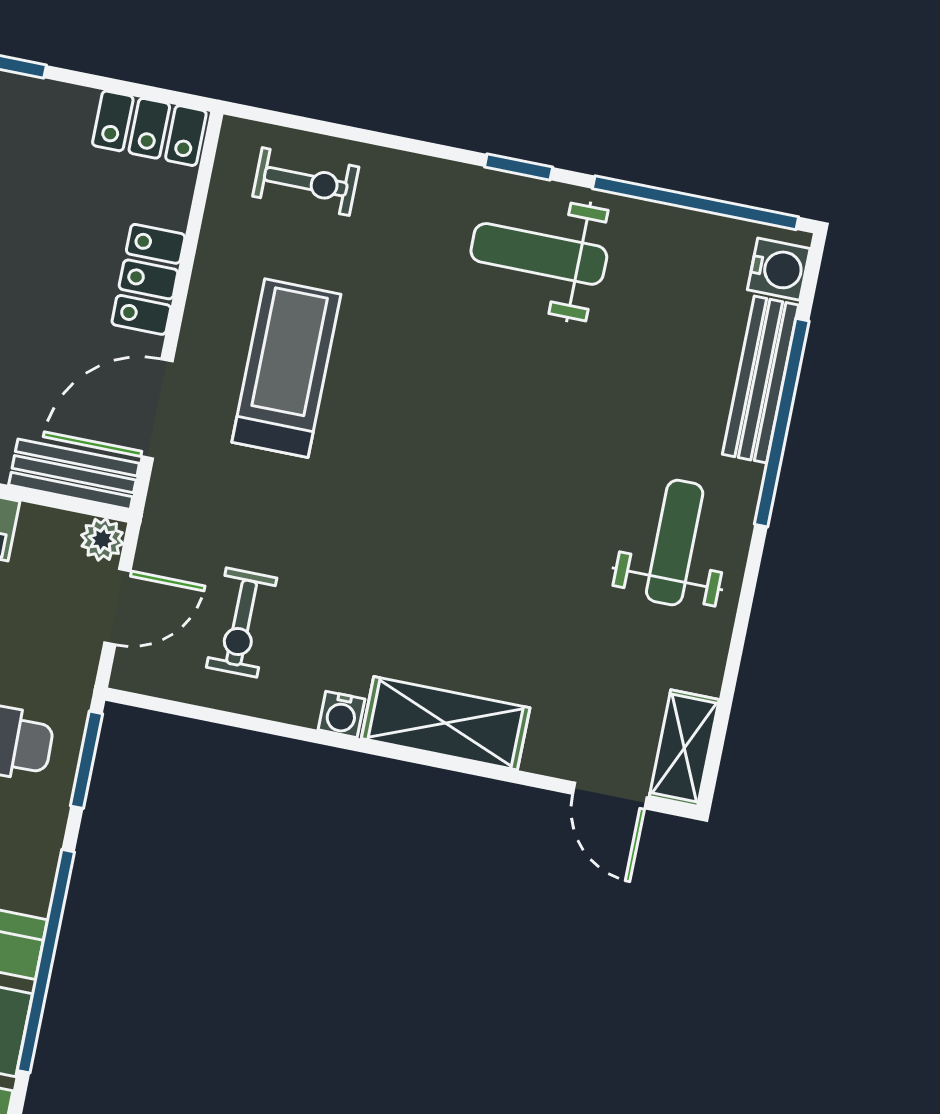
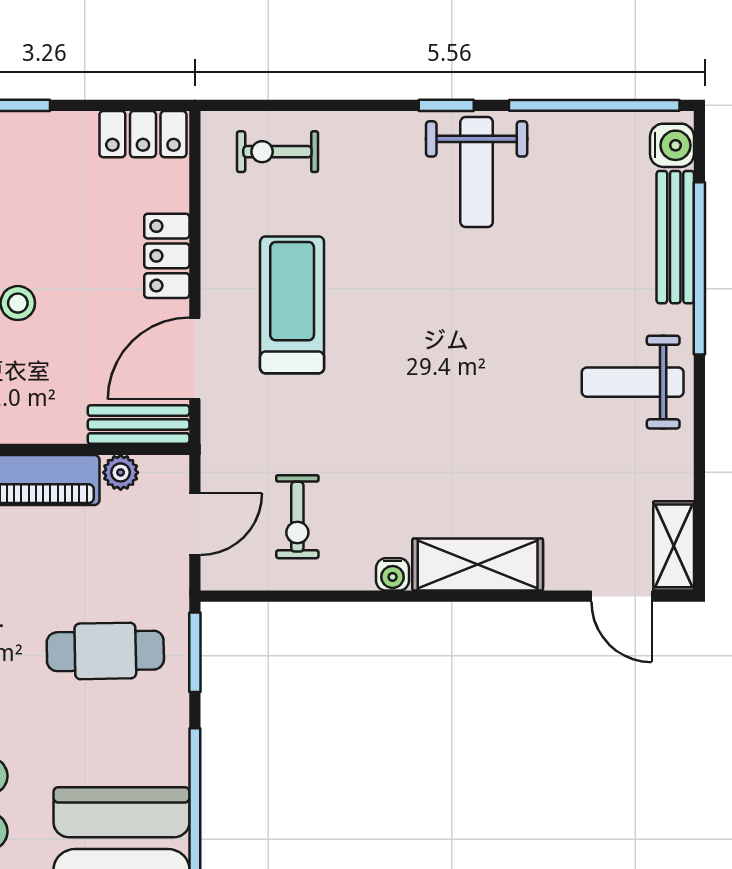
exercise bike: (306, 182) -> (277, 152), turned 180
weight bench: (539, 254) -> (477, 172), turned -90
plant: (102, 539) -> (121, 472), moved
weight bench: (675, 543) -> (633, 382), turned -90

